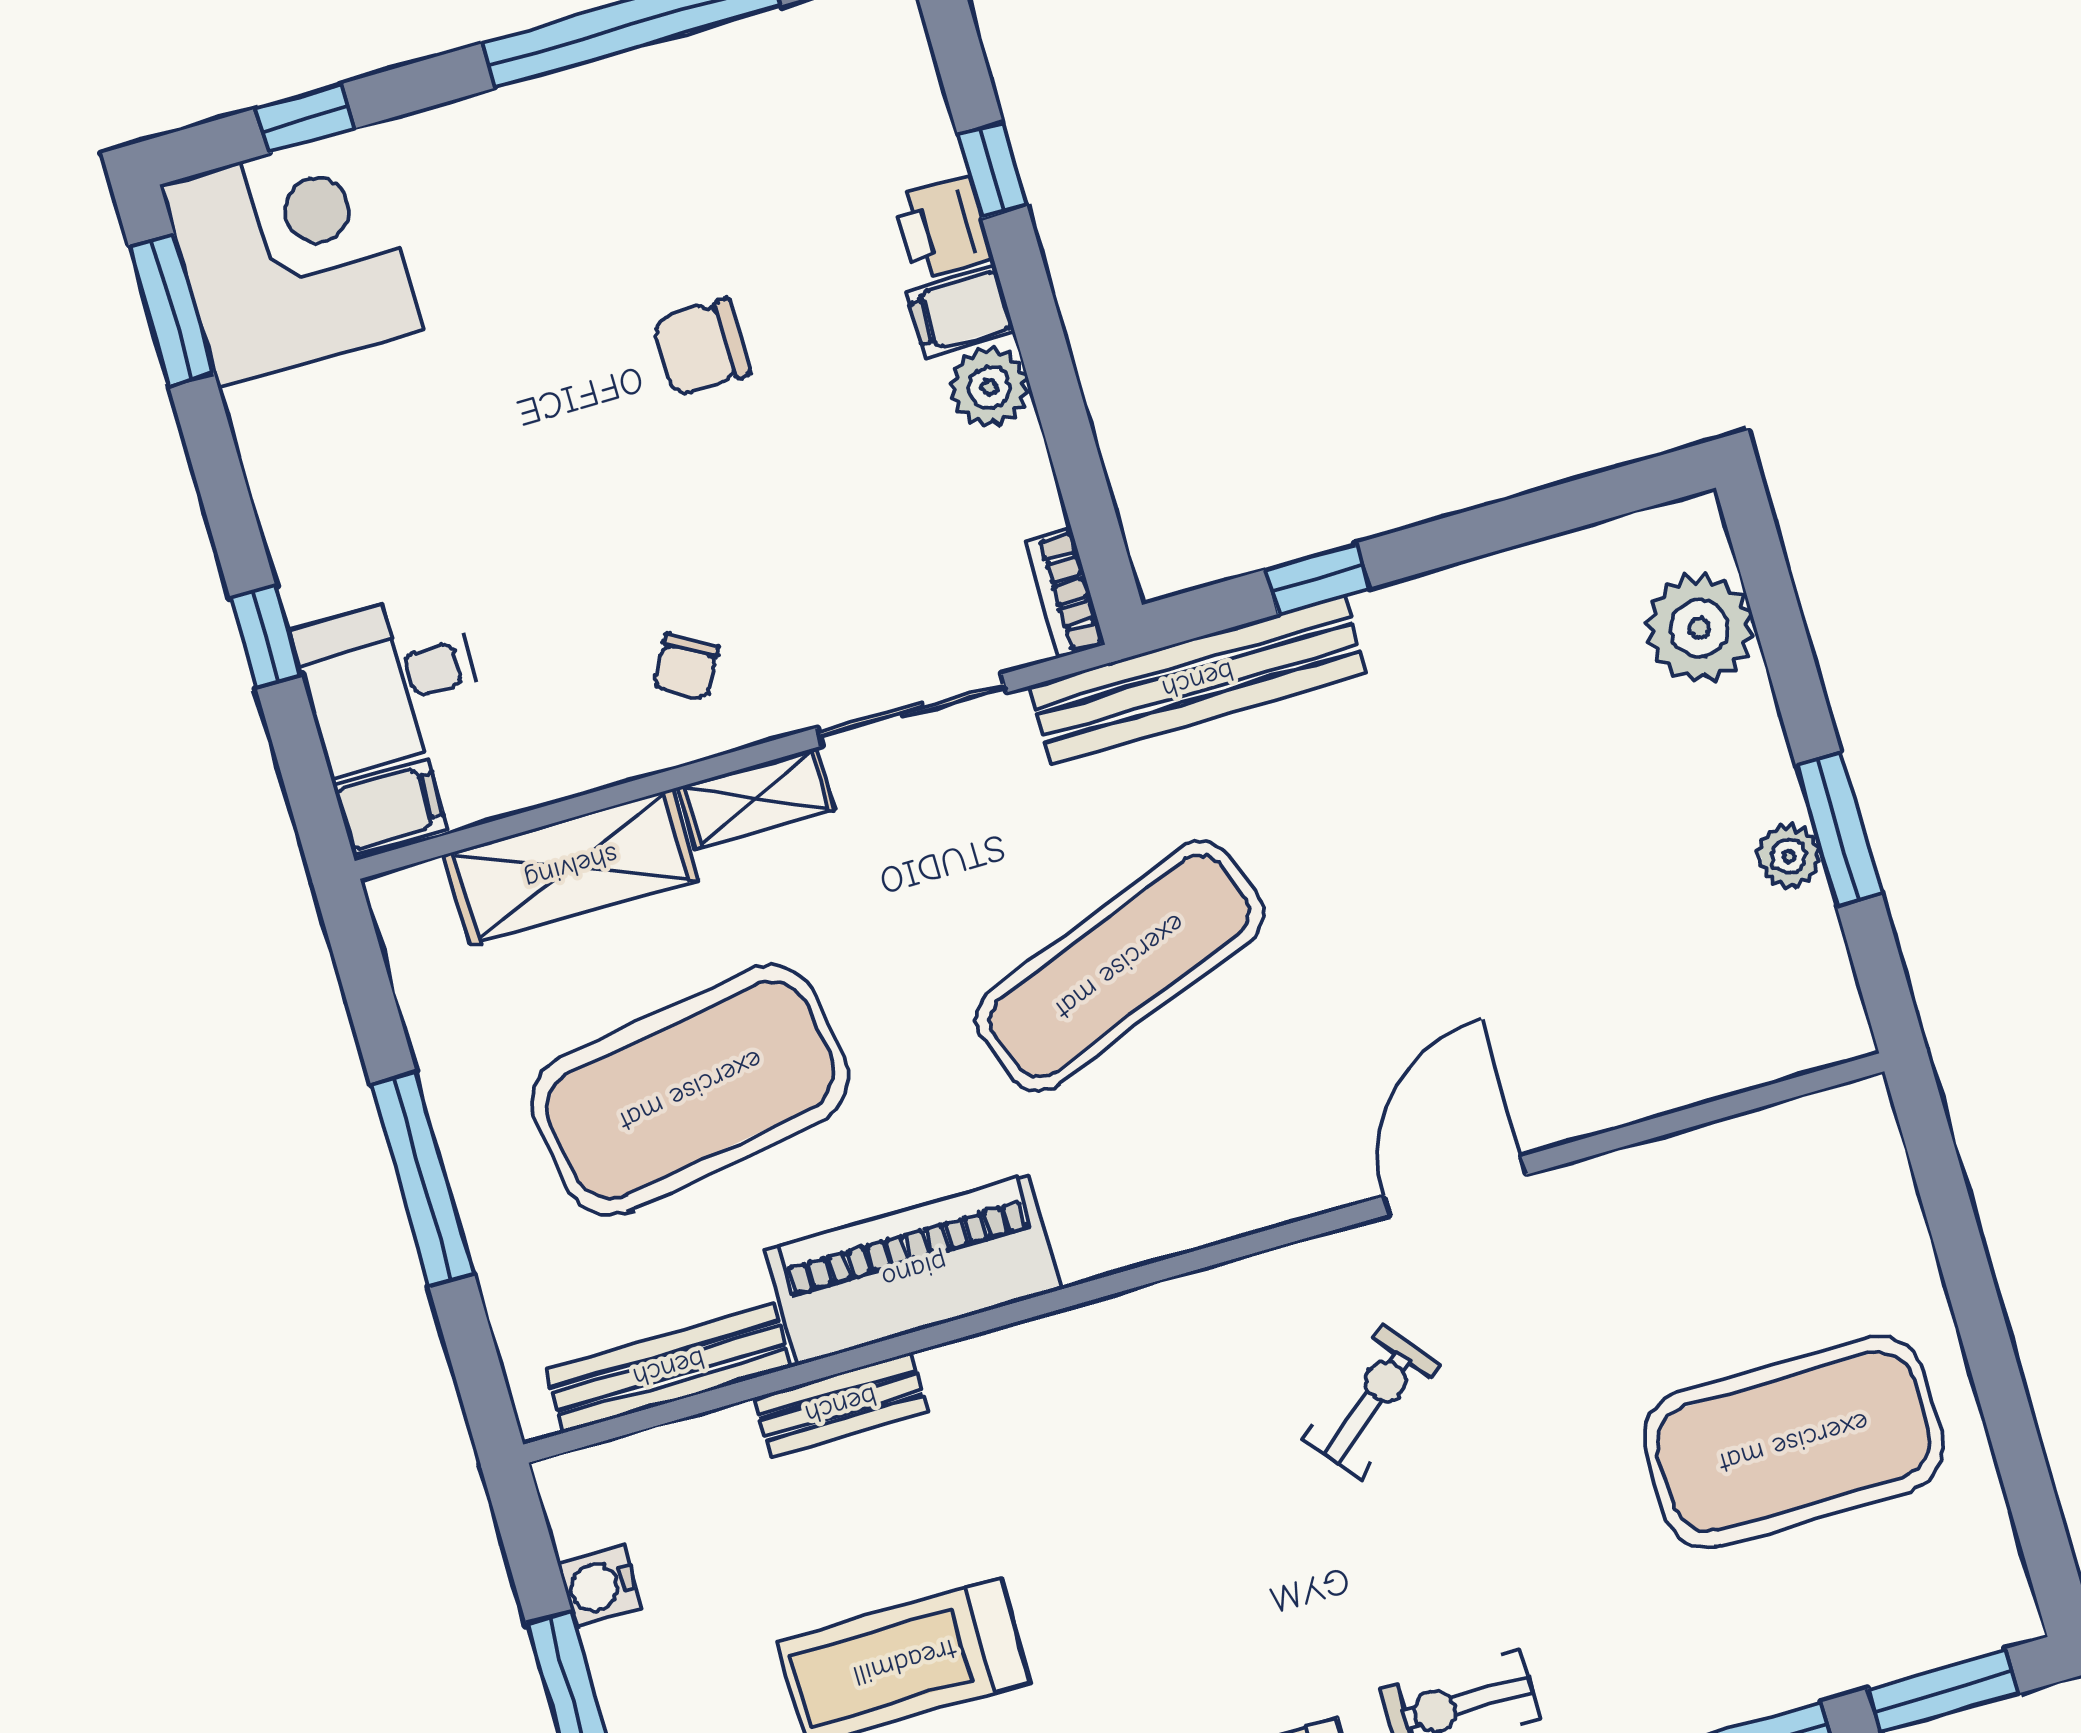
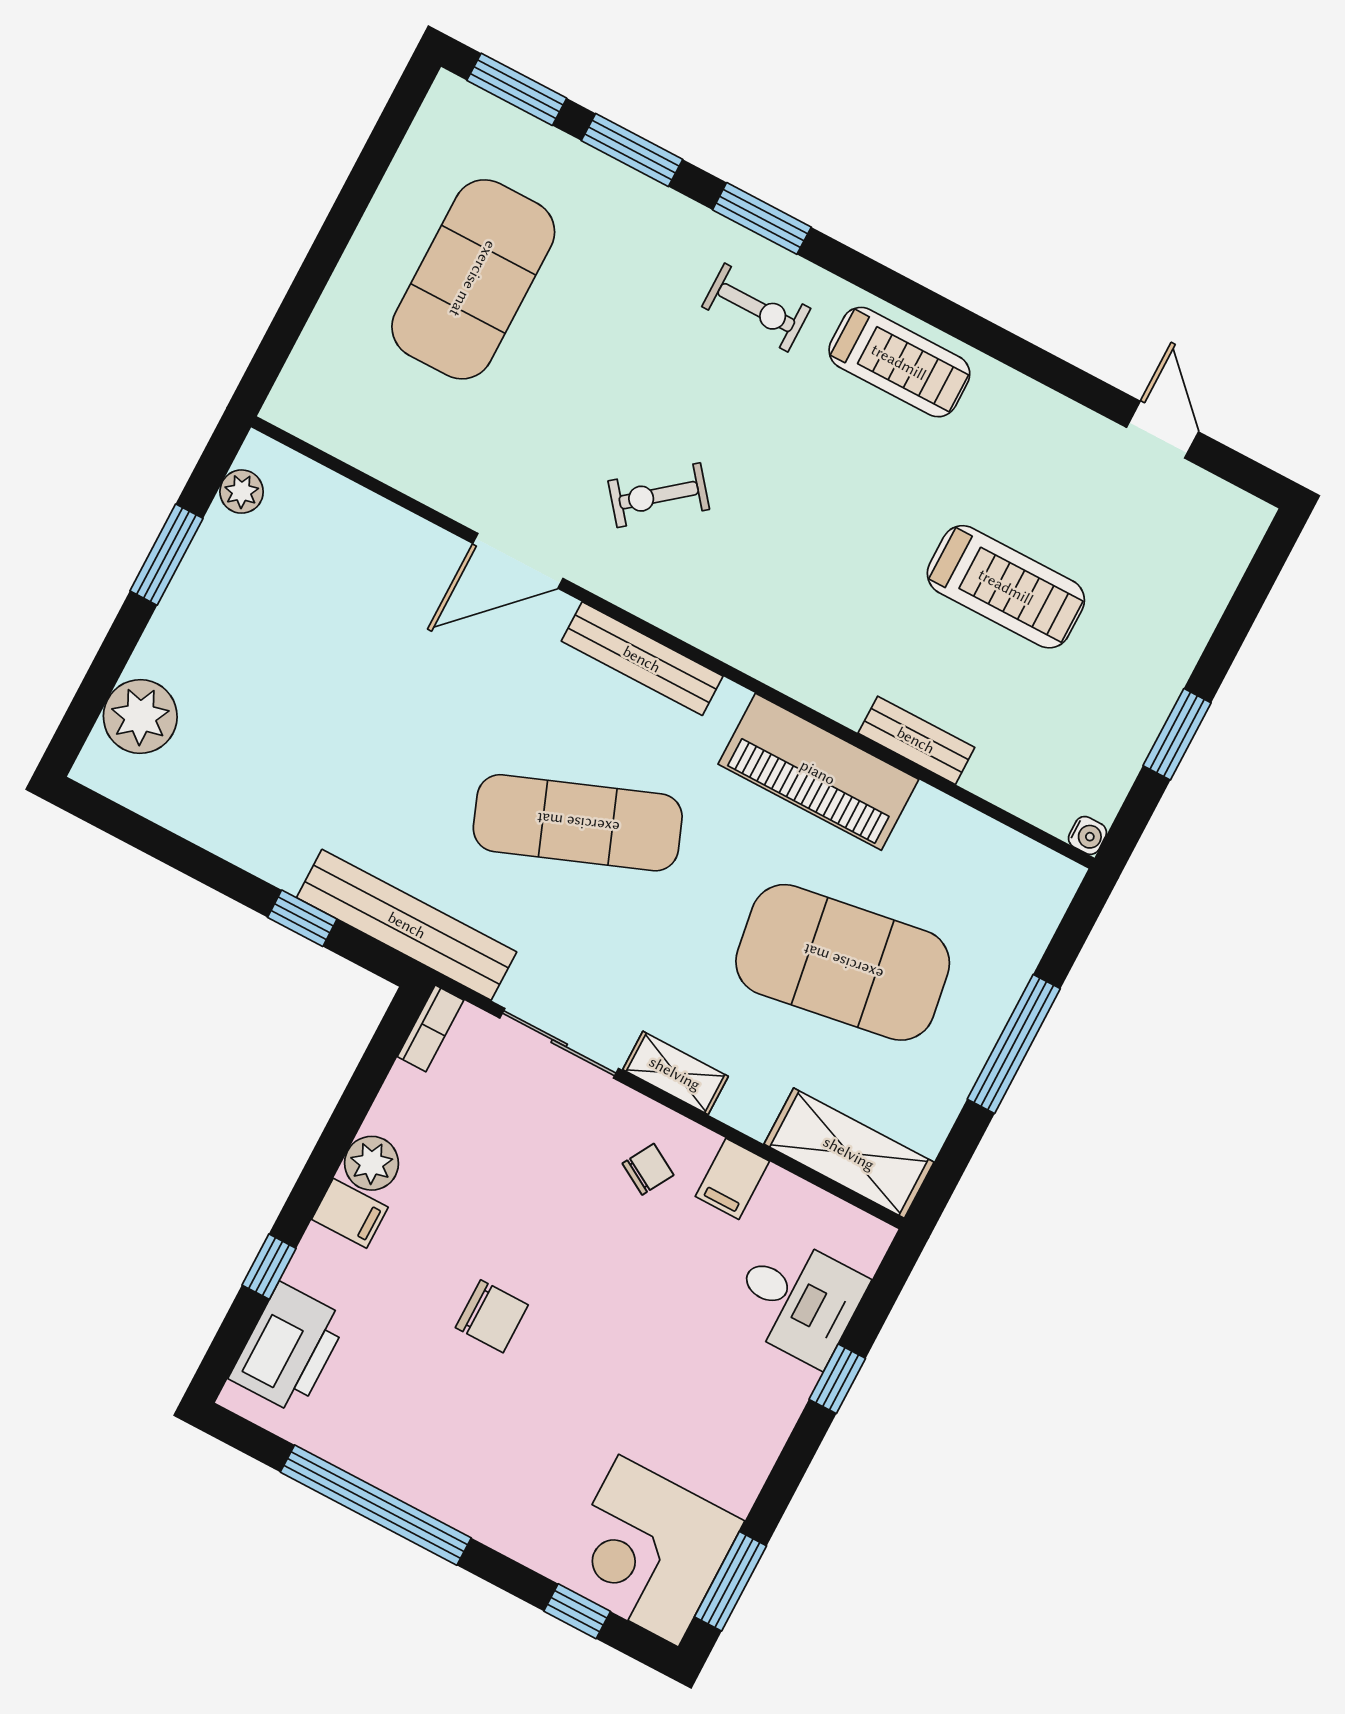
printer: (943, 228) -> (288, 1348), moved, width x1.87, depth x1.48
filing cabinet: (390, 807) -> (732, 1179), moved, turned -90
plant: (1789, 856) -> (242, 492), moved
shelving: (571, 867) -> (849, 1153), moved
bench: (669, 1368) -> (642, 659), moved
exercise mat: (1794, 1442) -> (473, 279), turned 90
water cooler: (600, 1586) -> (1087, 835), moved, width x0.72, depth x0.72

